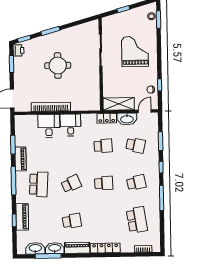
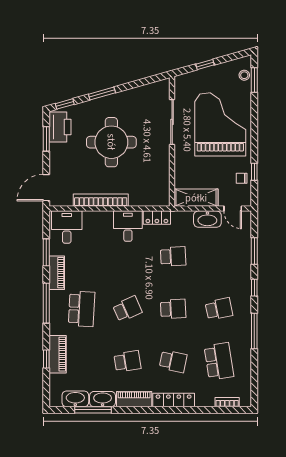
printer: (19, 50) -> (60, 127), width x1.87, depth x1.48
grand piano: (135, 51) -> (220, 124), width x1.37, depth x1.48
round table: (58, 65) -> (111, 142), width x1.36, depth x1.36
door: (145, 111) -> (233, 209), swing flipped
locker: (107, 118) -> (157, 218), moved
desk: (49, 126) -> (67, 227), moved
school desk: (136, 145) -> (173, 361), moved

